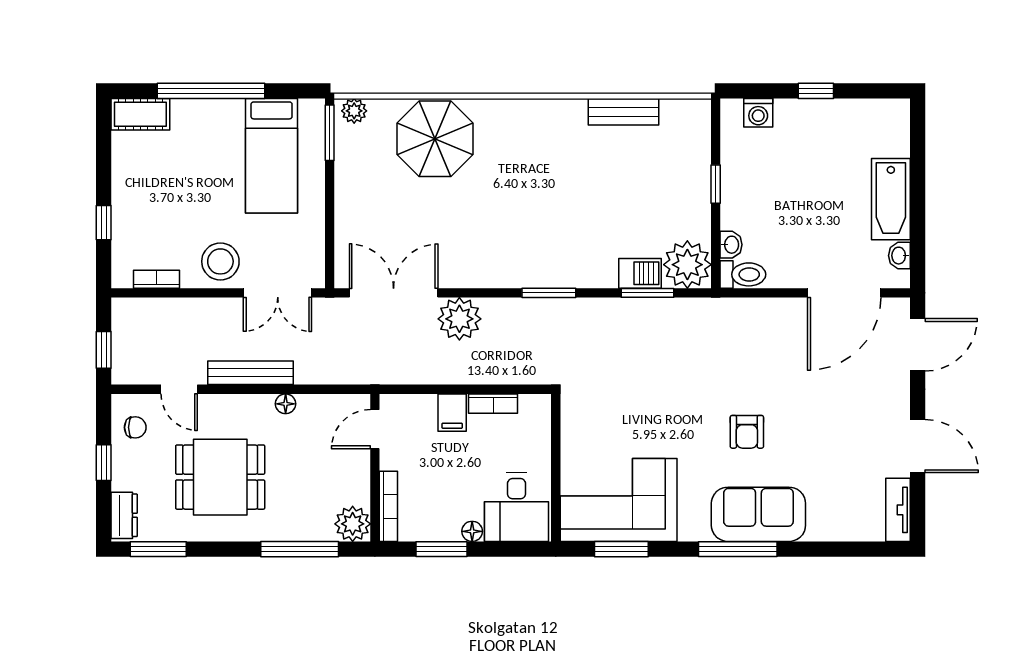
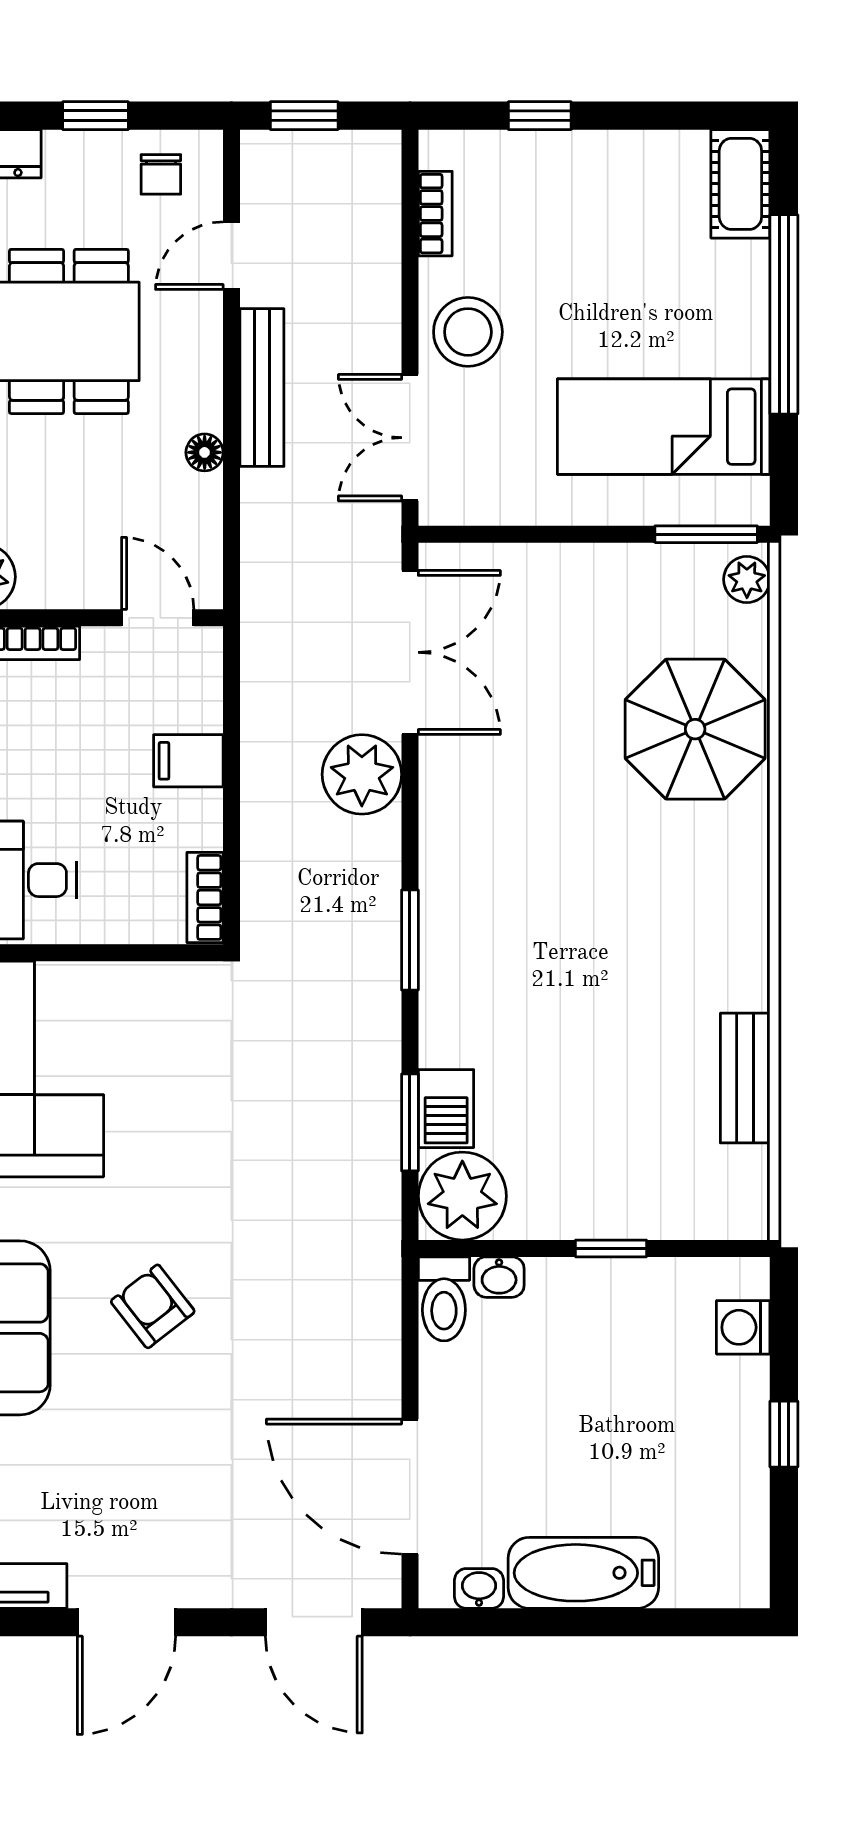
bookcase: (493, 404) -> (205, 897), moved
armchair: (747, 432) -> (153, 1306), turned 52

